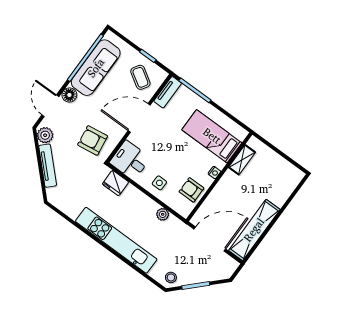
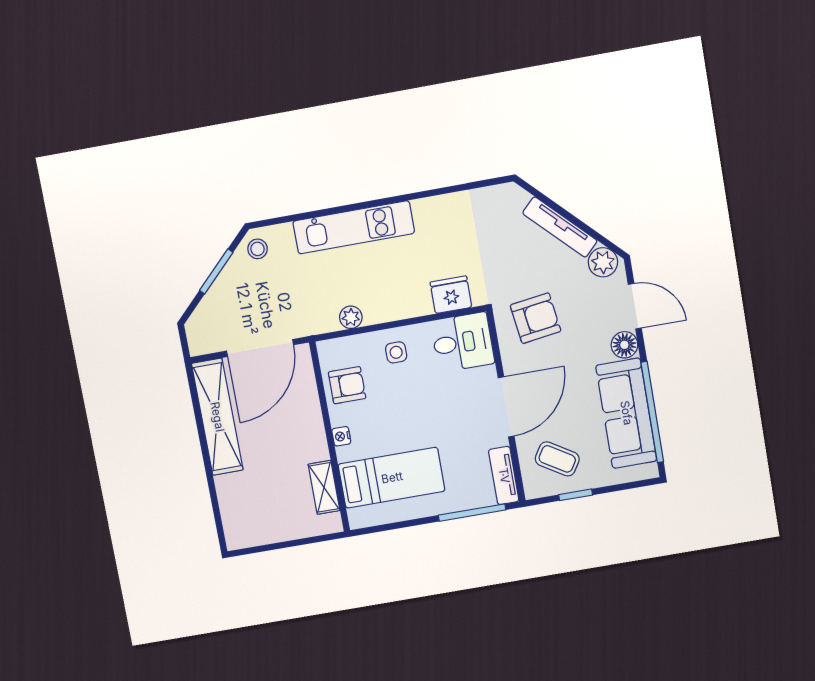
kitchen unit: (116, 240) -> (354, 227), width x0.73

